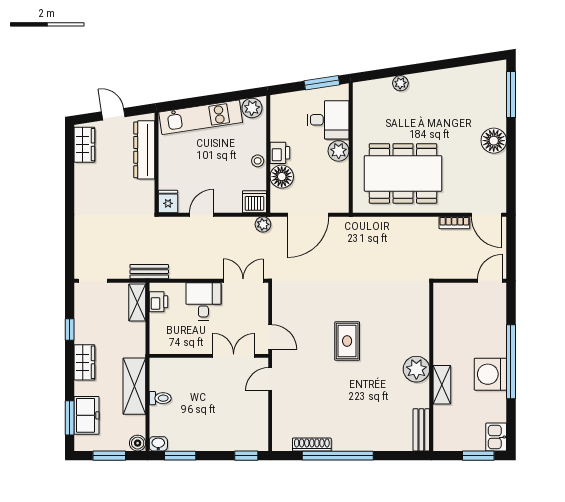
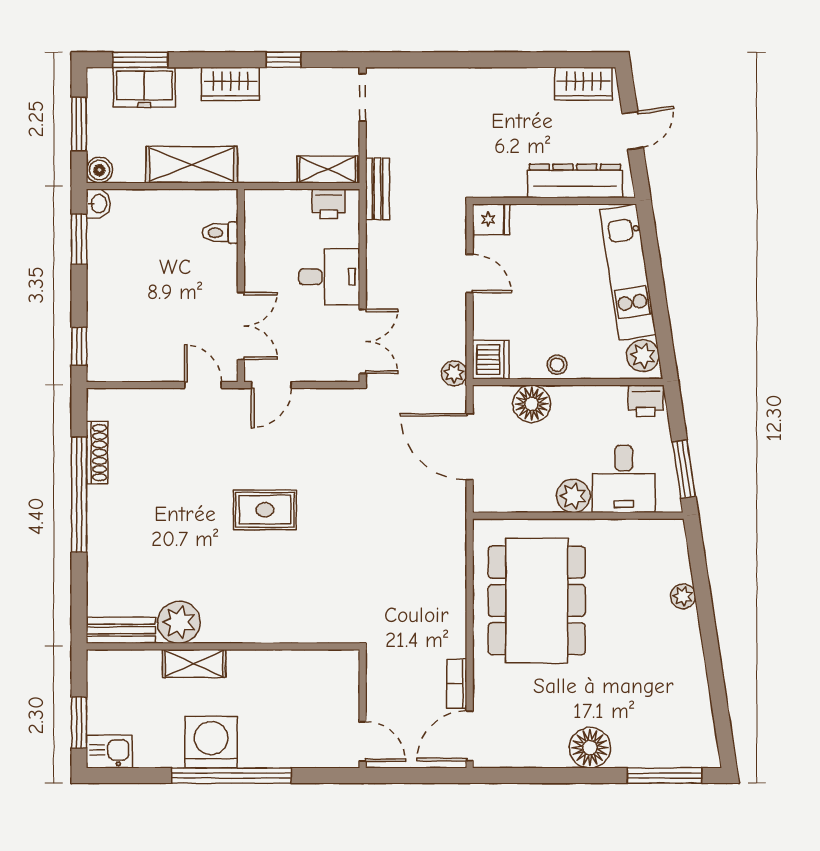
printer: (280, 153) -> (646, 401), moved
plant: (416, 369) -> (179, 622), moved
toilet: (160, 398) -> (220, 233), moved, turned 90

